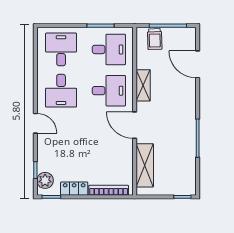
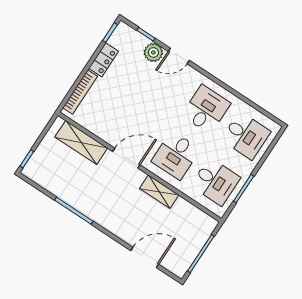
trolley: (155, 39) -> (196, 232), removed
desk: (109, 49) -> (215, 182), turned -90
desk: (61, 91) -> (206, 109), turned 90
door: (35, 123) -> (179, 56), moved
plant: (45, 180) -> (153, 52), moved

